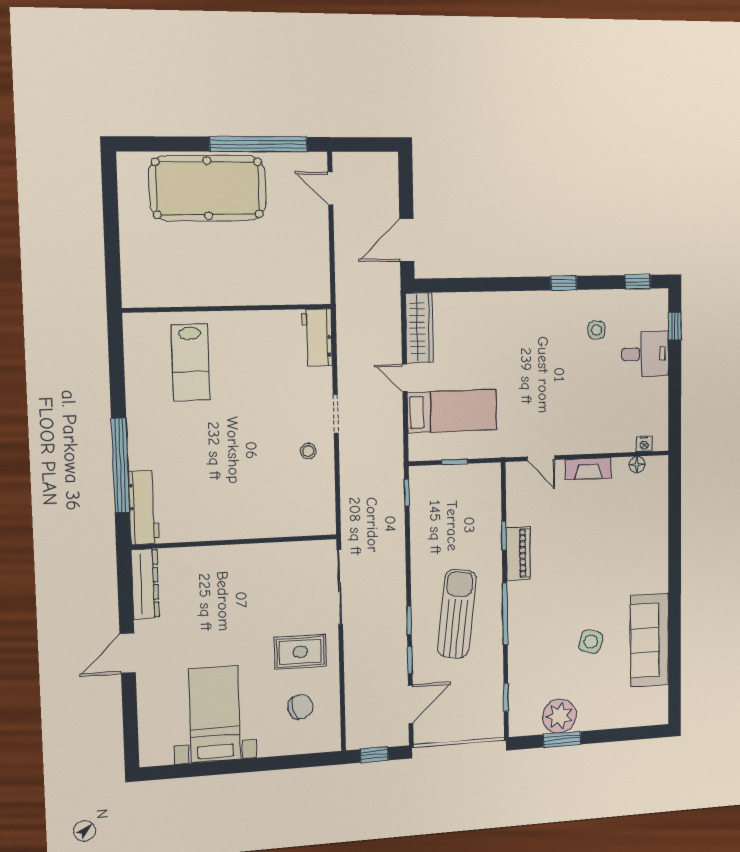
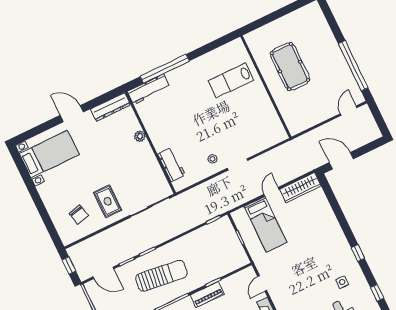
pool table: (208, 188) -> (290, 67), moved, width x0.73, depth x0.76
workbench: (317, 338) -> (171, 164), moved, turned 90
plant: (217, 555) -> (140, 136), added
bed with nightstands: (214, 714) -> (49, 154), moved

